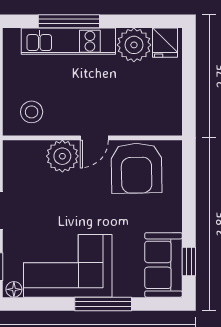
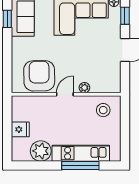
fridge: (165, 43) -> (20, 129), moved, turned 90
plant: (62, 156) -> (84, 88), width x0.53, depth x0.53

